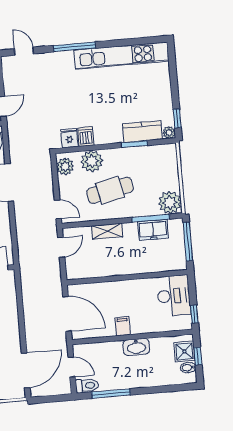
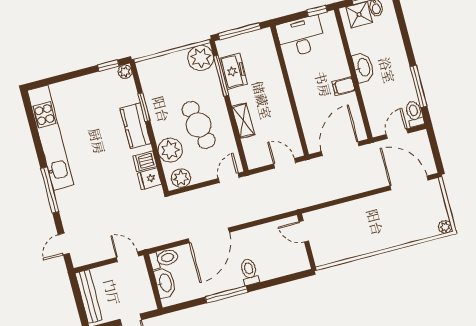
kitchen counter: (142, 132) -> (135, 126), moved
door: (61, 247) -> (285, 163), moved

